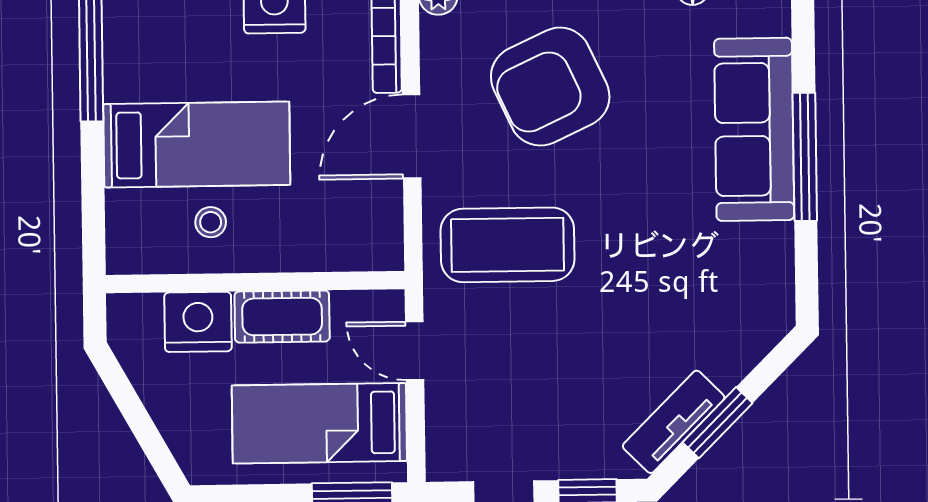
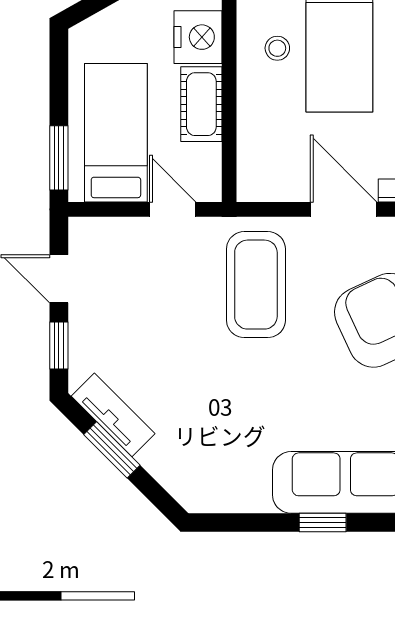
window: (805, 157) -> (323, 522), width x0.46
door: (415, 351) -> (173, 209), hinge flipped

